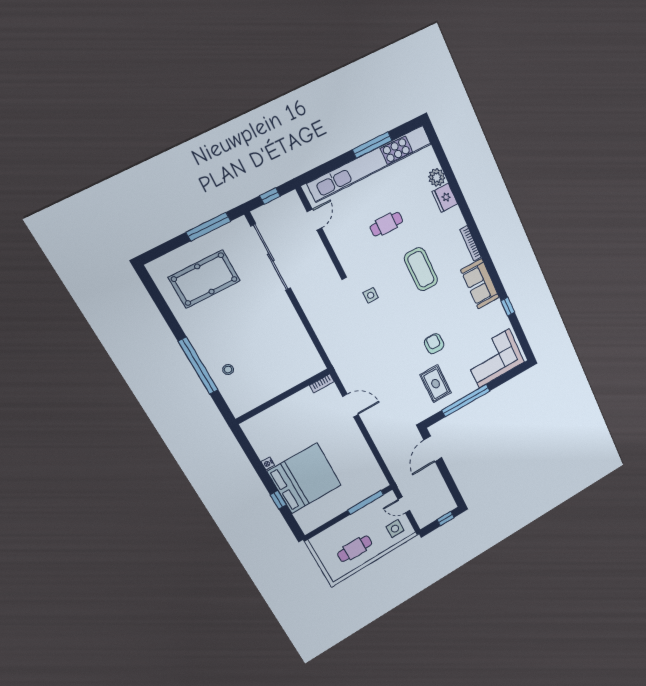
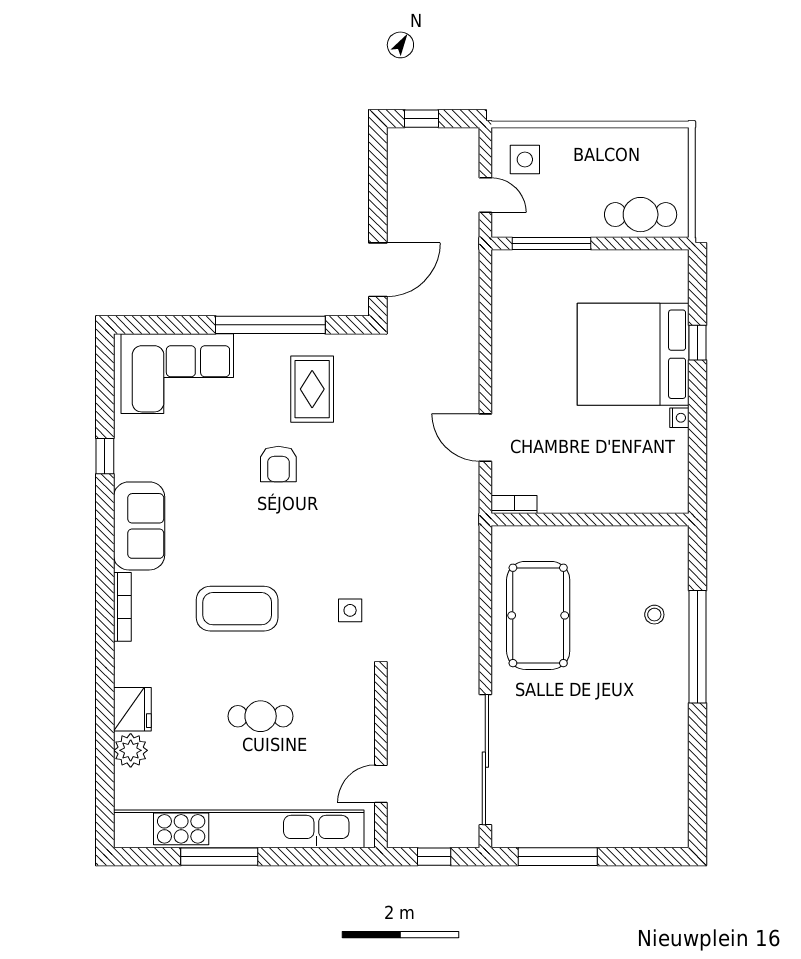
coffee table: (421, 269) -> (237, 609), turned 90
pool table: (204, 279) -> (538, 615), moved, turned 90
cafe table: (355, 549) -> (641, 215), moved

